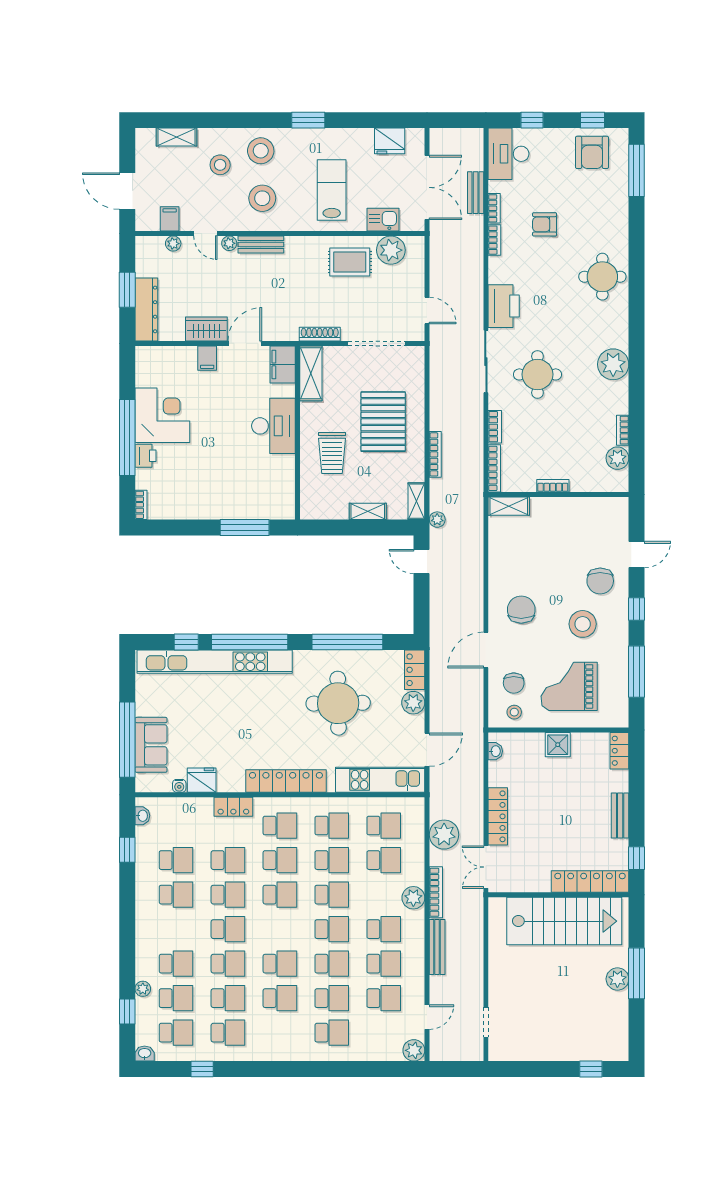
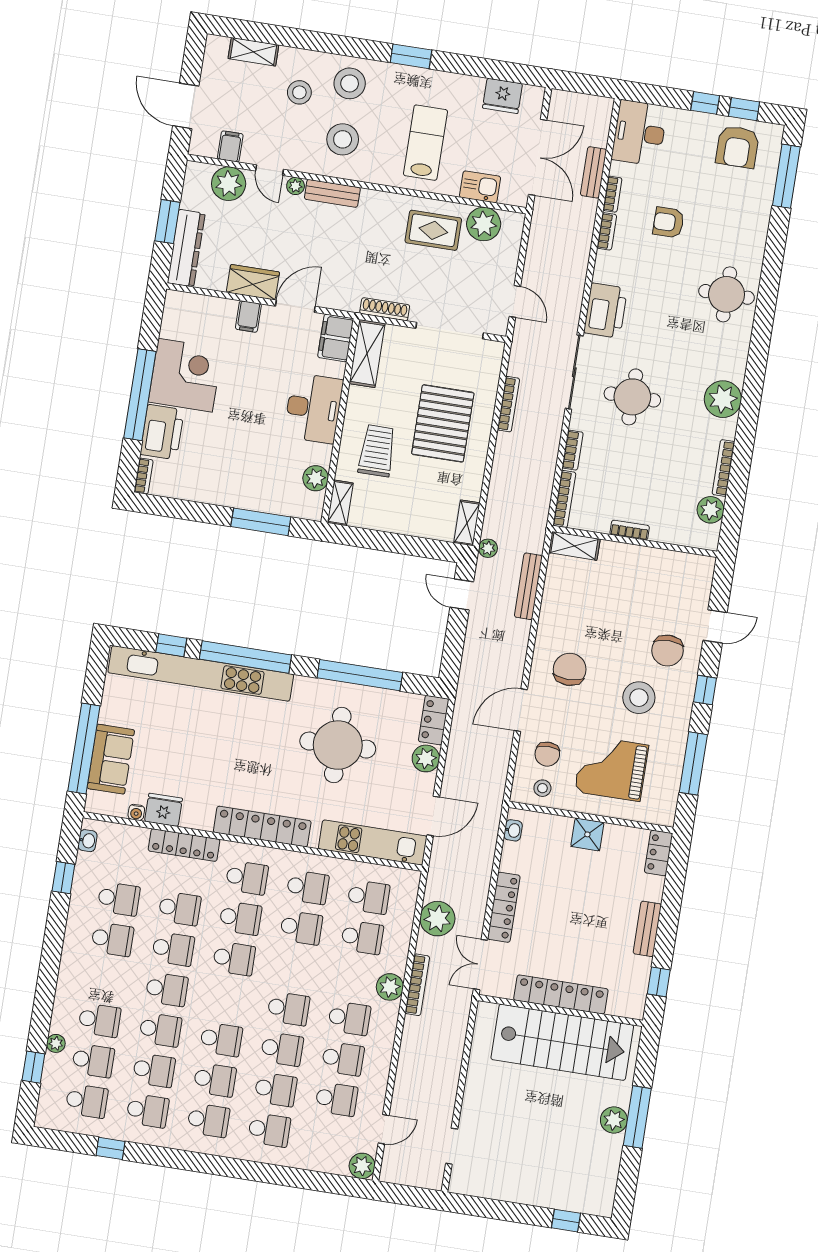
window: (532, 120) -> (705, 103), moved
plant: (173, 244) -> (229, 184), width x1.88, depth x1.88
bookcase: (623, 430) -> (723, 468), width x1.56
trolley: (332, 453) -> (377, 451), turned 180
bookcase: (435, 454) -> (508, 404), moved
printer: (146, 456) -> (162, 432), width x1.87, depth x1.48
plant: (284, 484) -> (316, 478), added
shelving: (368, 511) -> (340, 503), moved, turned 90
locker: (233, 807) -> (184, 845), width x1.53
locker: (590, 881) -> (561, 995), moved
school desk: (332, 895) -> (208, 1120), moved
bench: (437, 947) -> (528, 586), moved
washbasin: (145, 1053) -> (46, 1120), removed

